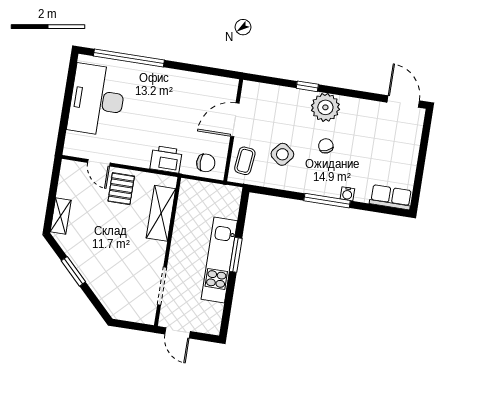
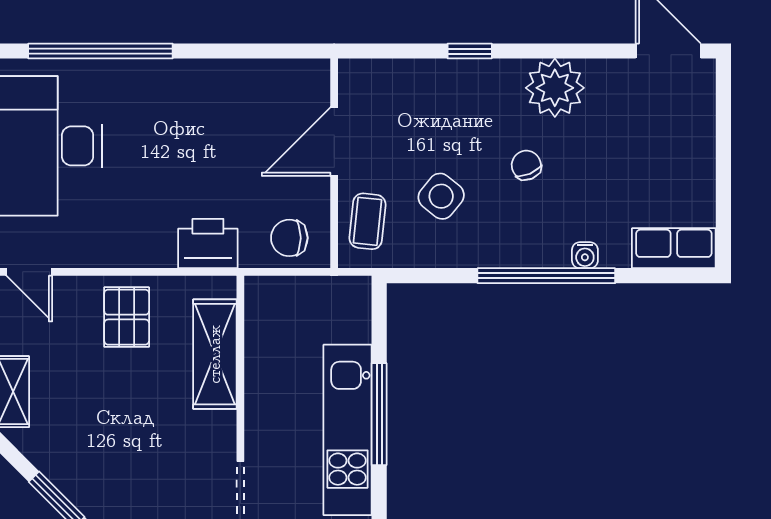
plant: (325, 107) -> (555, 88), moved
door: (99, 163) -> (29, 272), moved
chair: (206, 163) -> (289, 238), turned 180
window: (327, 201) -> (546, 276), width x1.46
window: (236, 255) -> (379, 414), width x1.44

